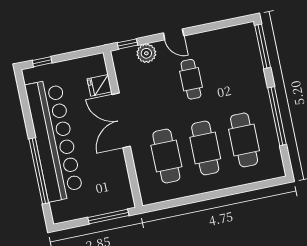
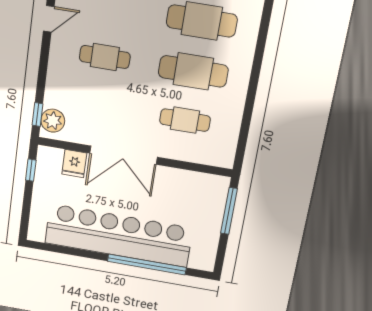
door: (174, 34) -> (49, 19), moved
plant: (146, 53) -> (53, 121), moved
window: (42, 62) -> (31, 170), moved
cafe table: (166, 156) -> (185, 120), width x0.73, depth x0.74

